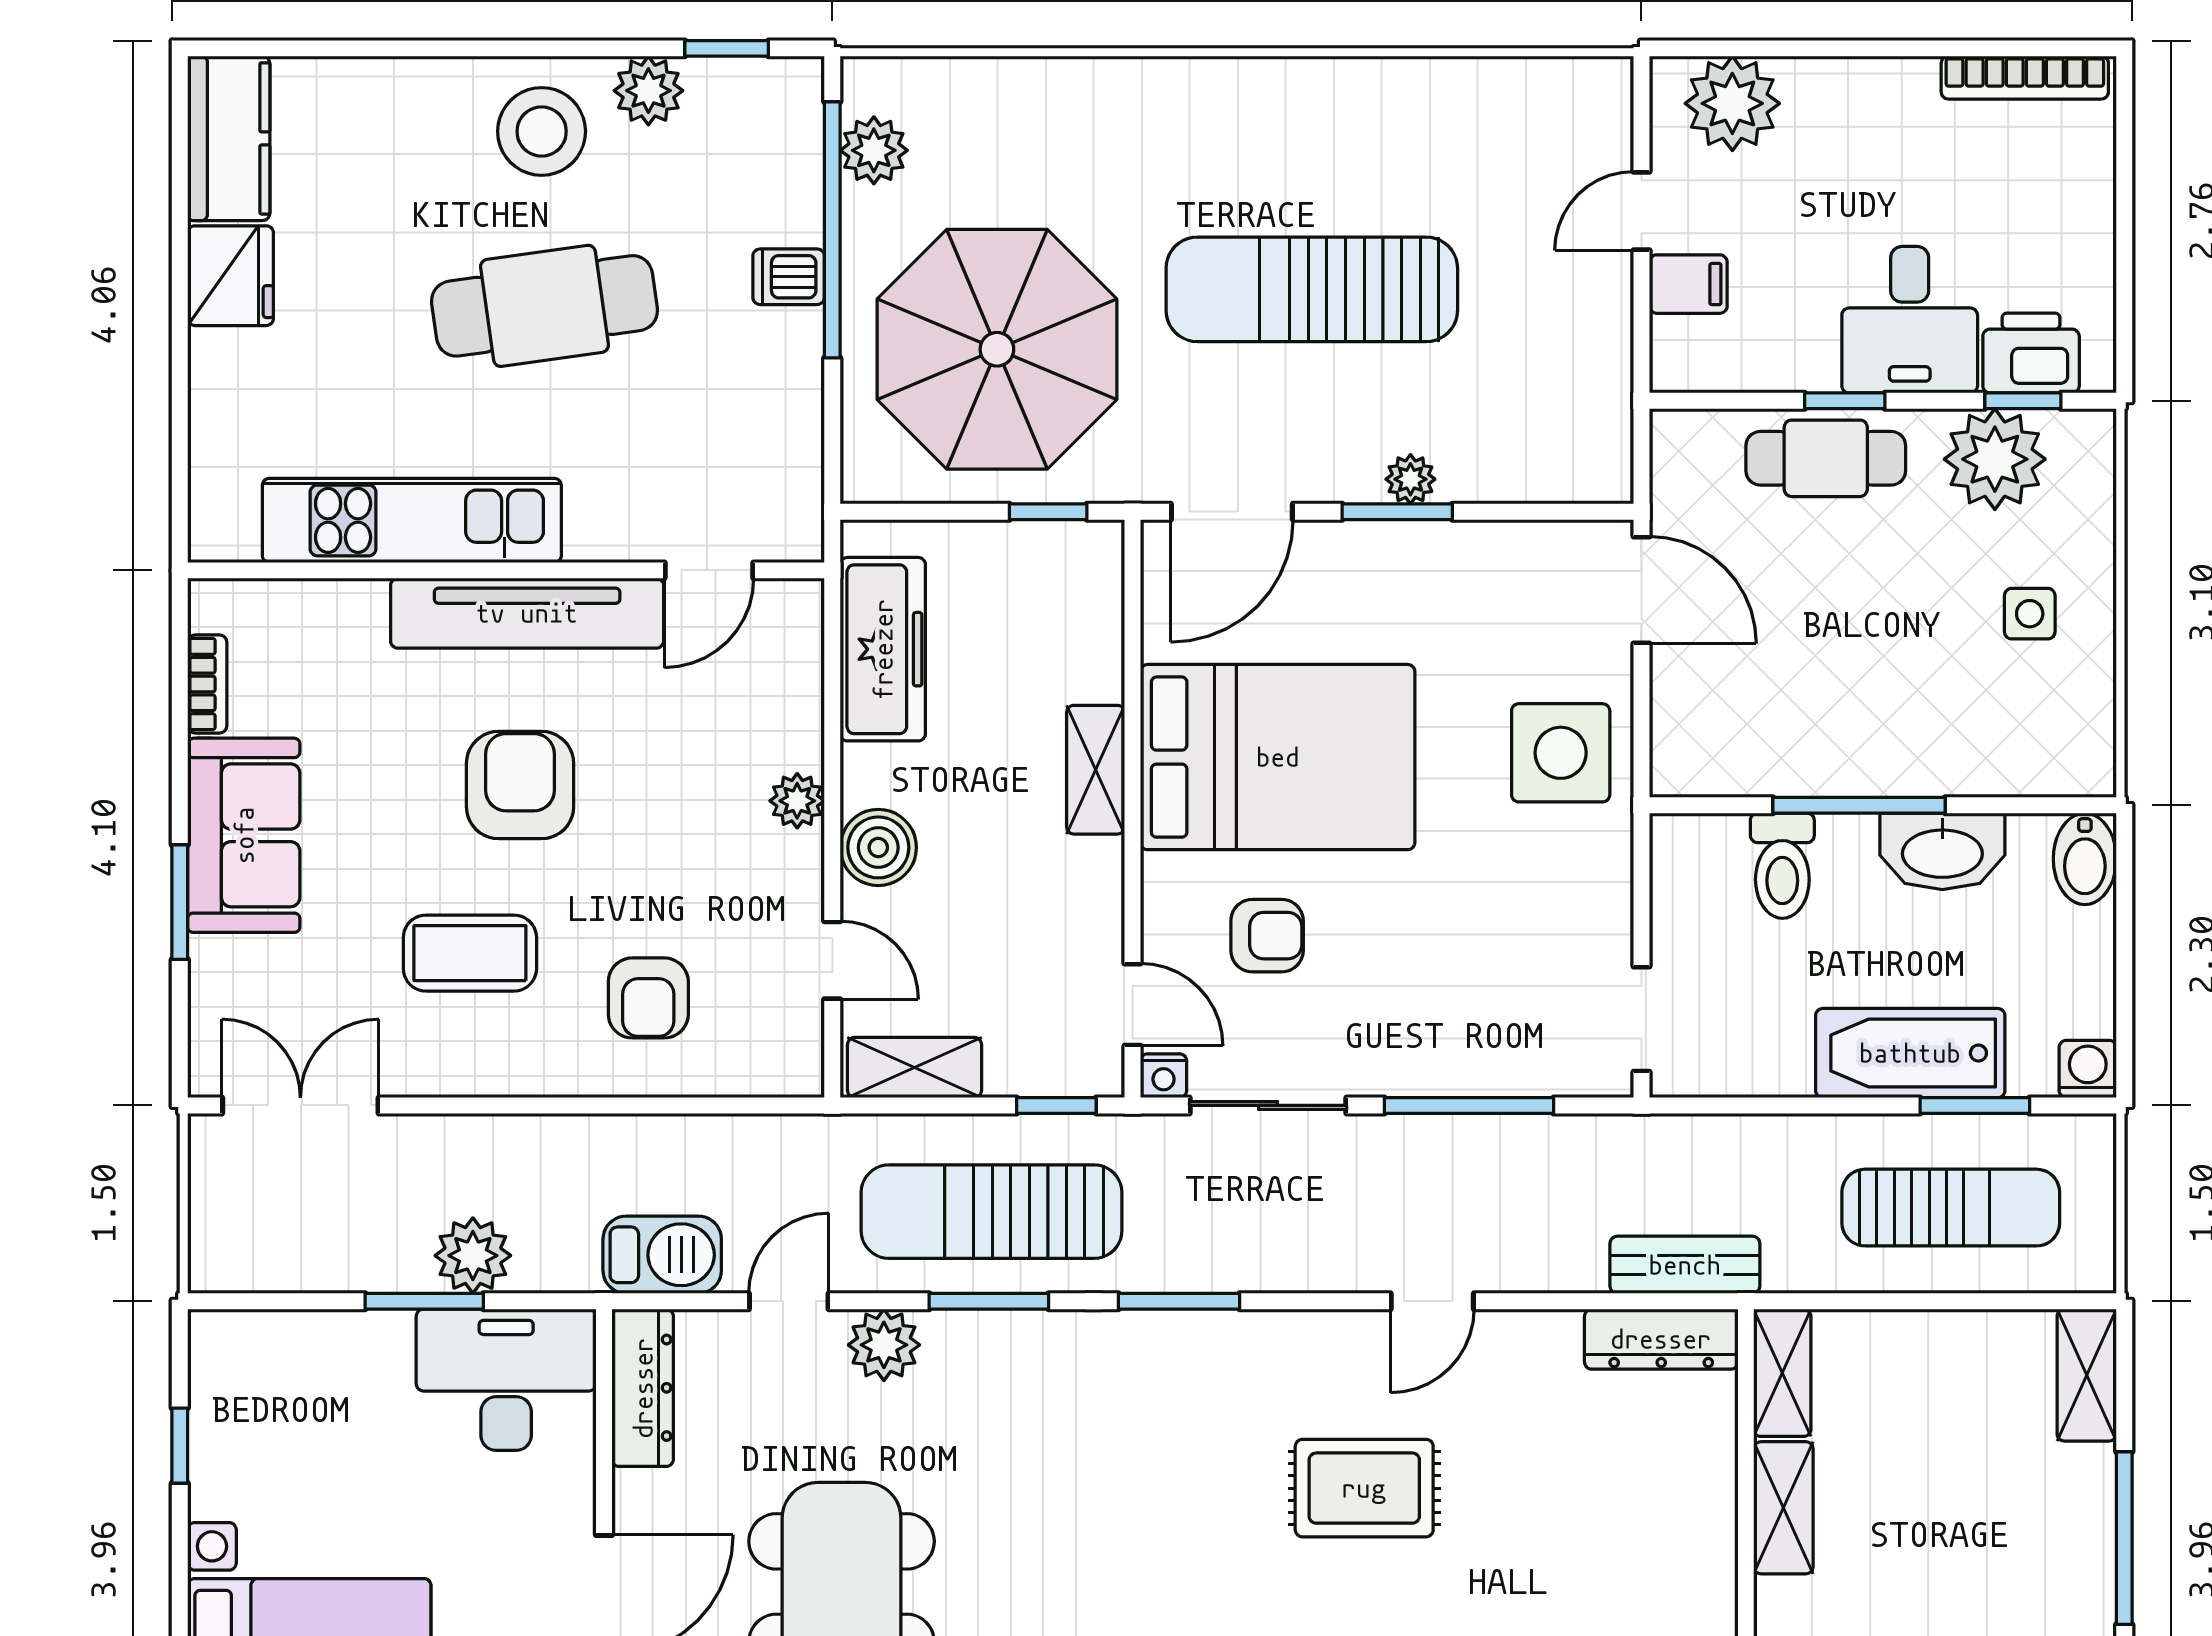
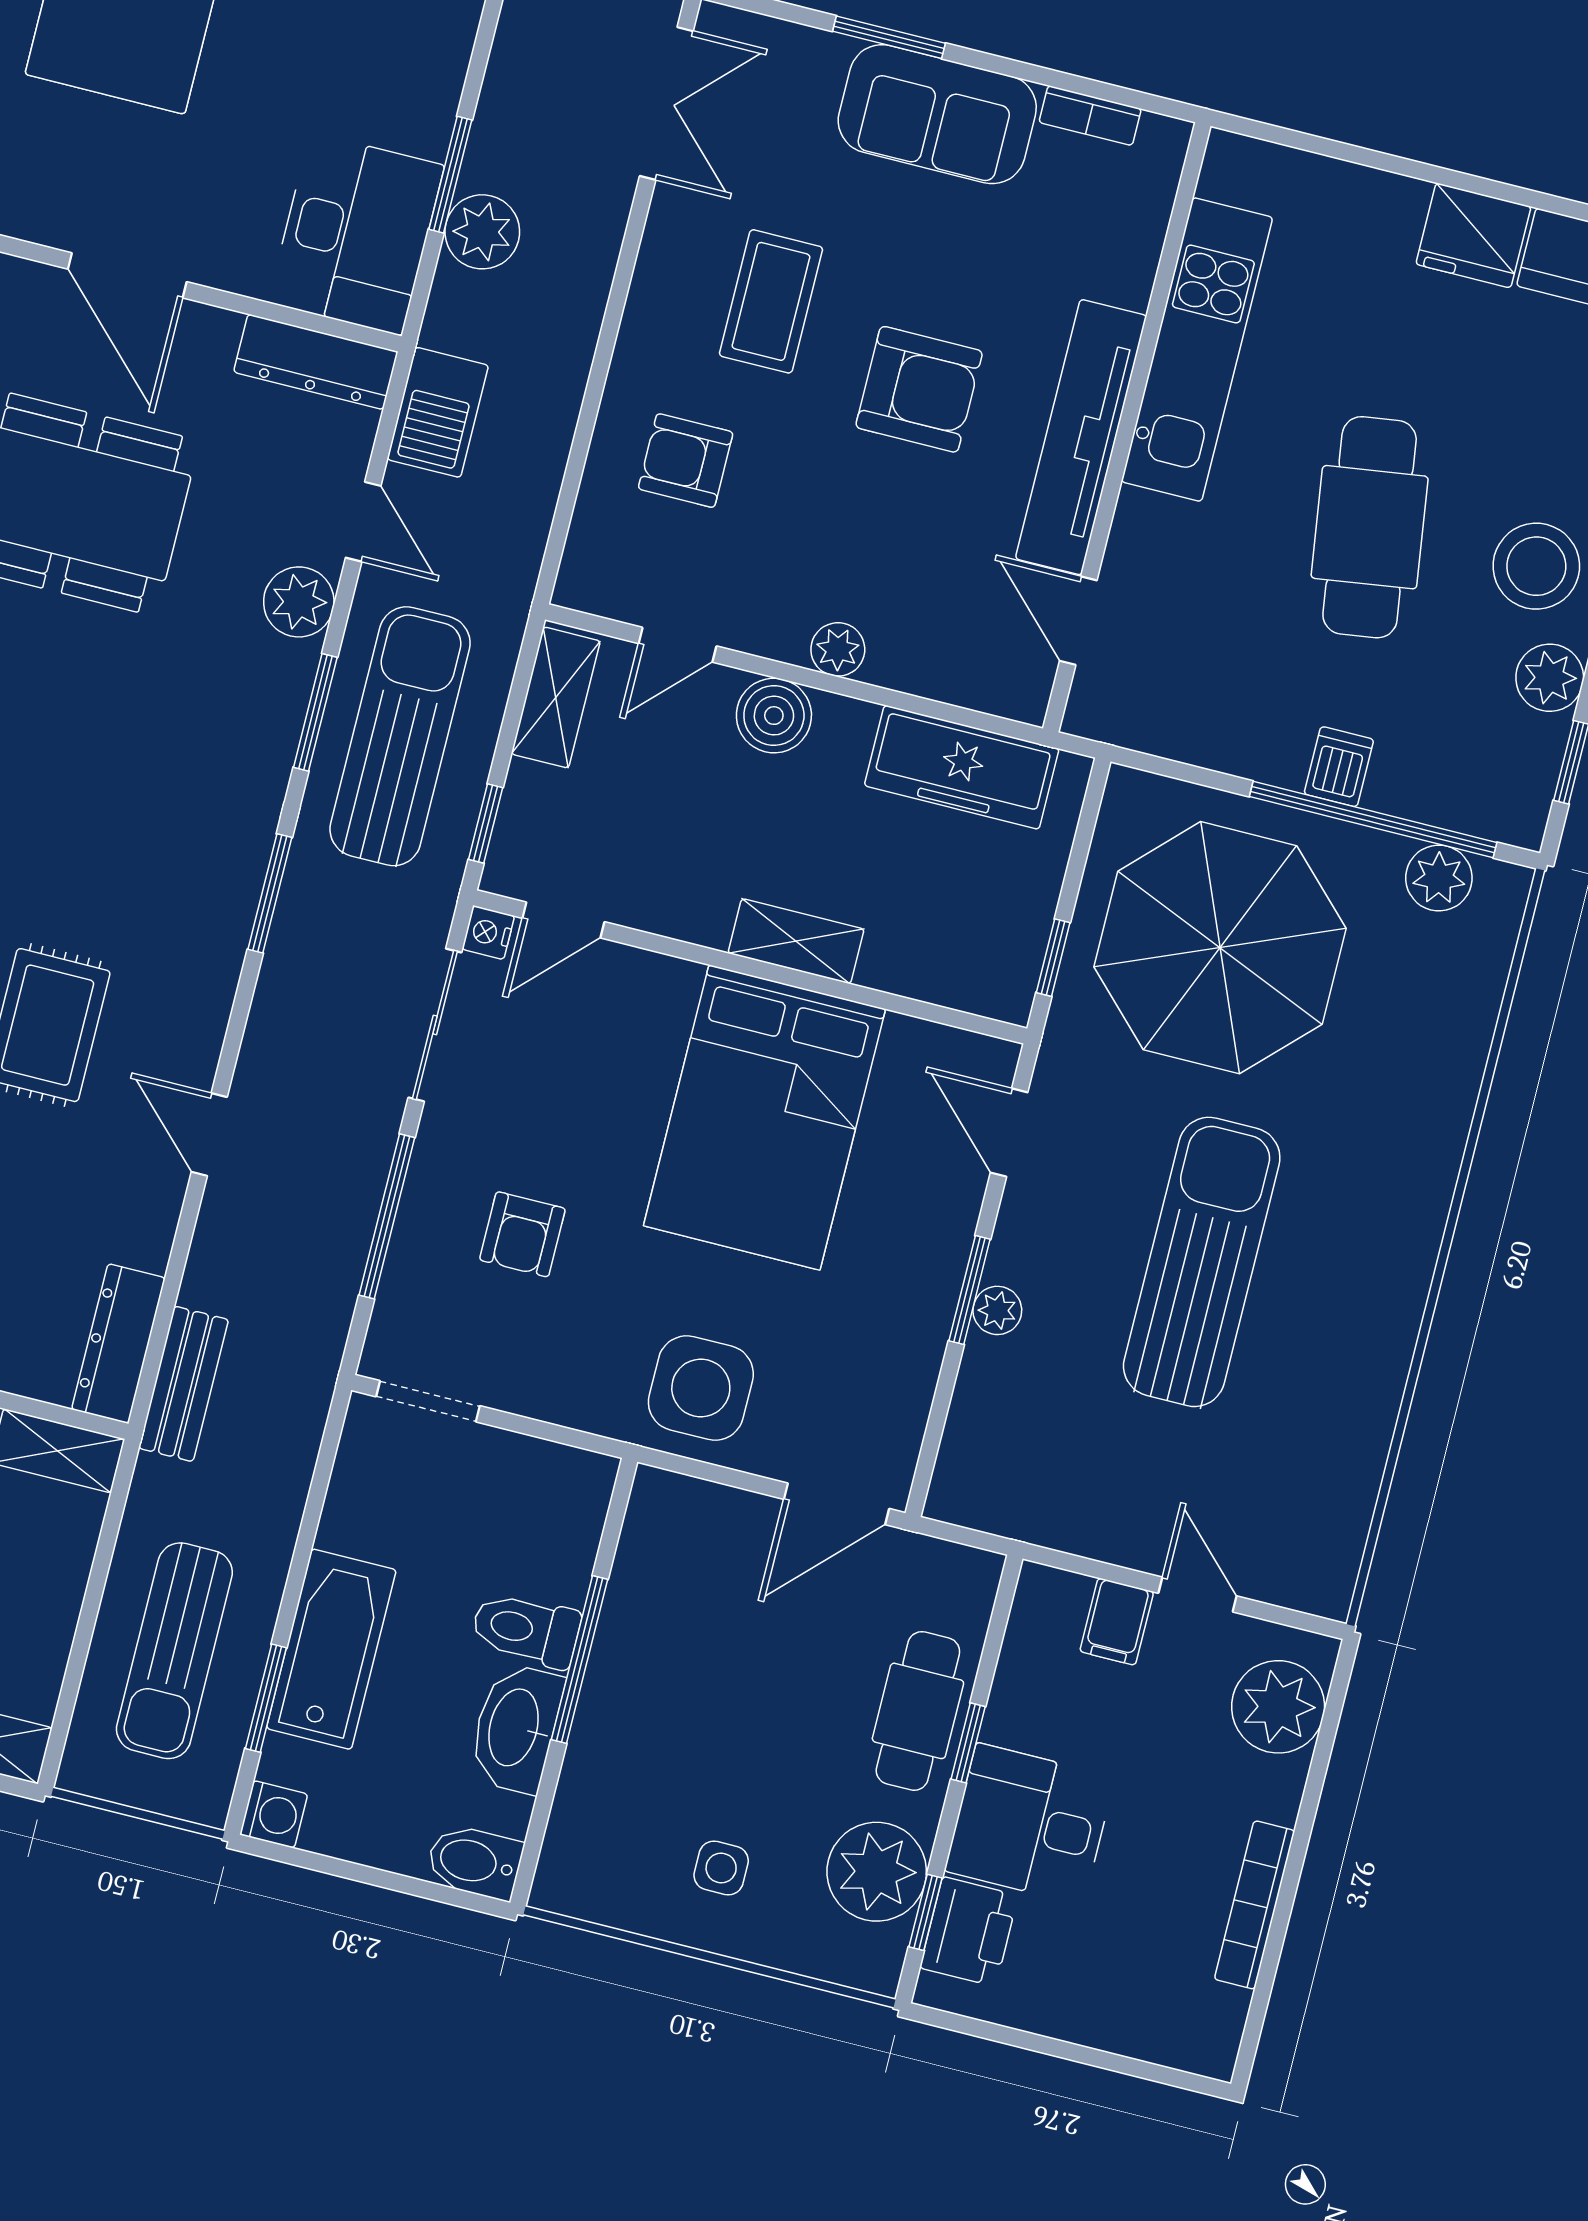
bookcase: (2025, 78) -> (1255, 1905), moved
door: (1232, 512) -> (1009, 1133), width x0.73
toilet: (1782, 866) -> (526, 1630), moved
armchair: (1267, 936) -> (522, 1234), moved

